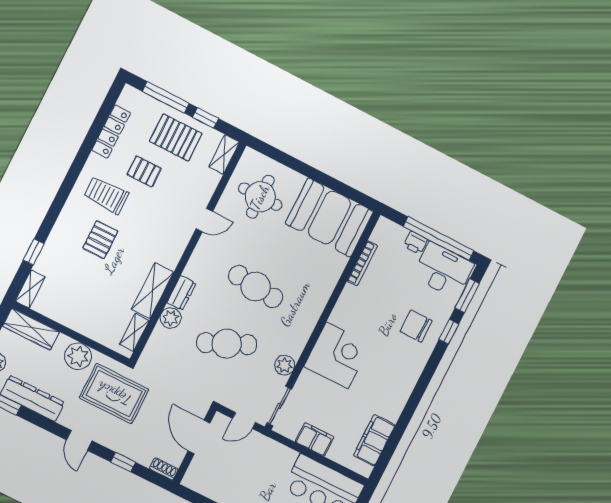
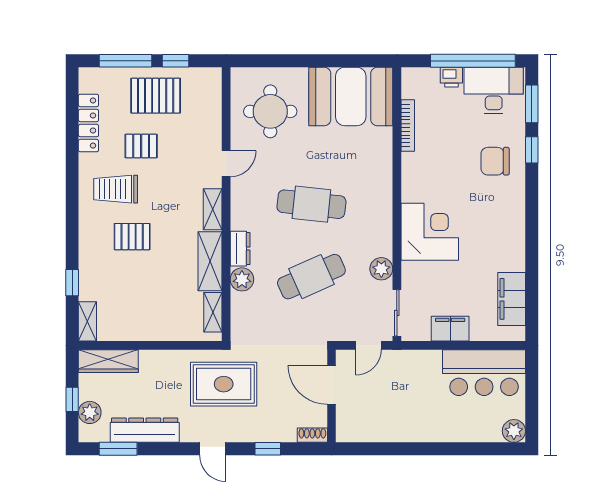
shelving: (224, 154) -> (213, 209), moved
pallet: (100, 240) -> (132, 237), turned 90
plant: (78, 356) -> (169, 365), removed

